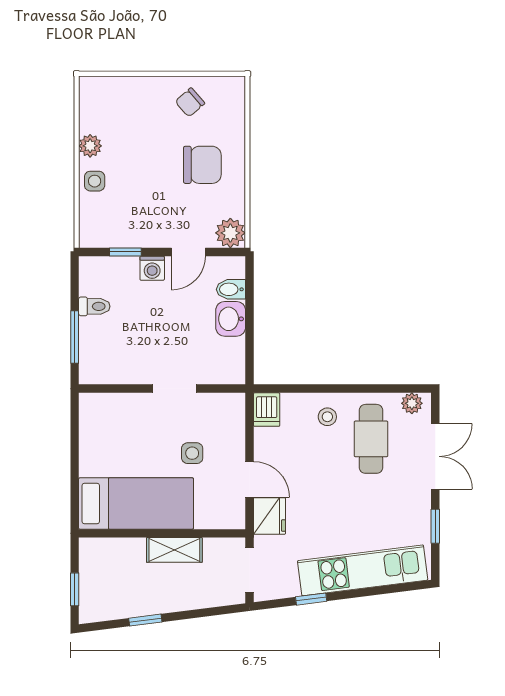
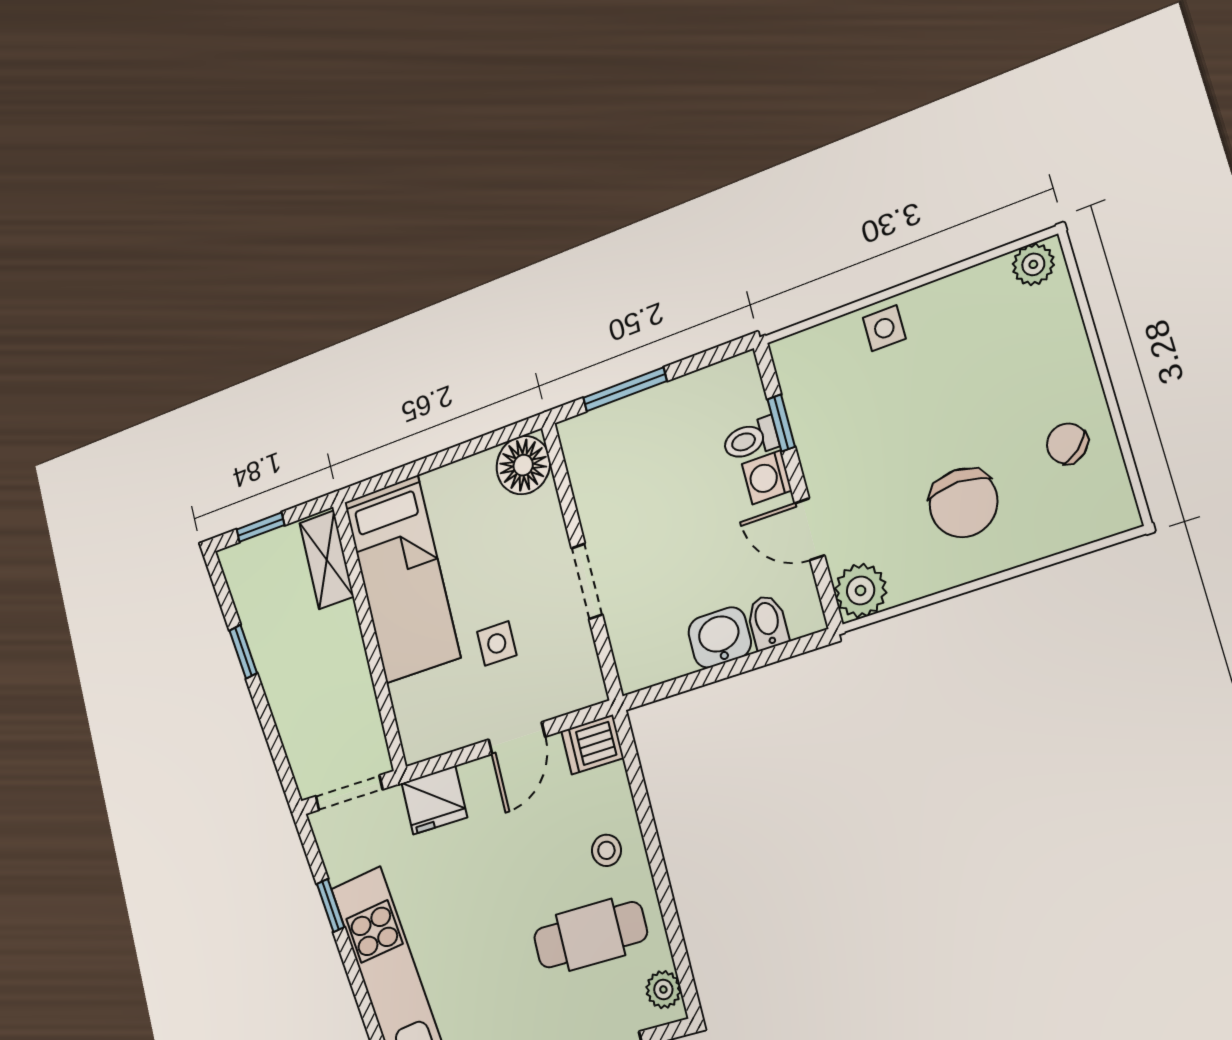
plant: (90, 146) -> (1033, 264), moved
toilet: (94, 306) -> (751, 439), moved, turned 90
floor lamp: (96, 410) -> (523, 465), added
door: (249, 479) -> (517, 738), moved
shelving: (174, 550) -> (327, 560), moved

